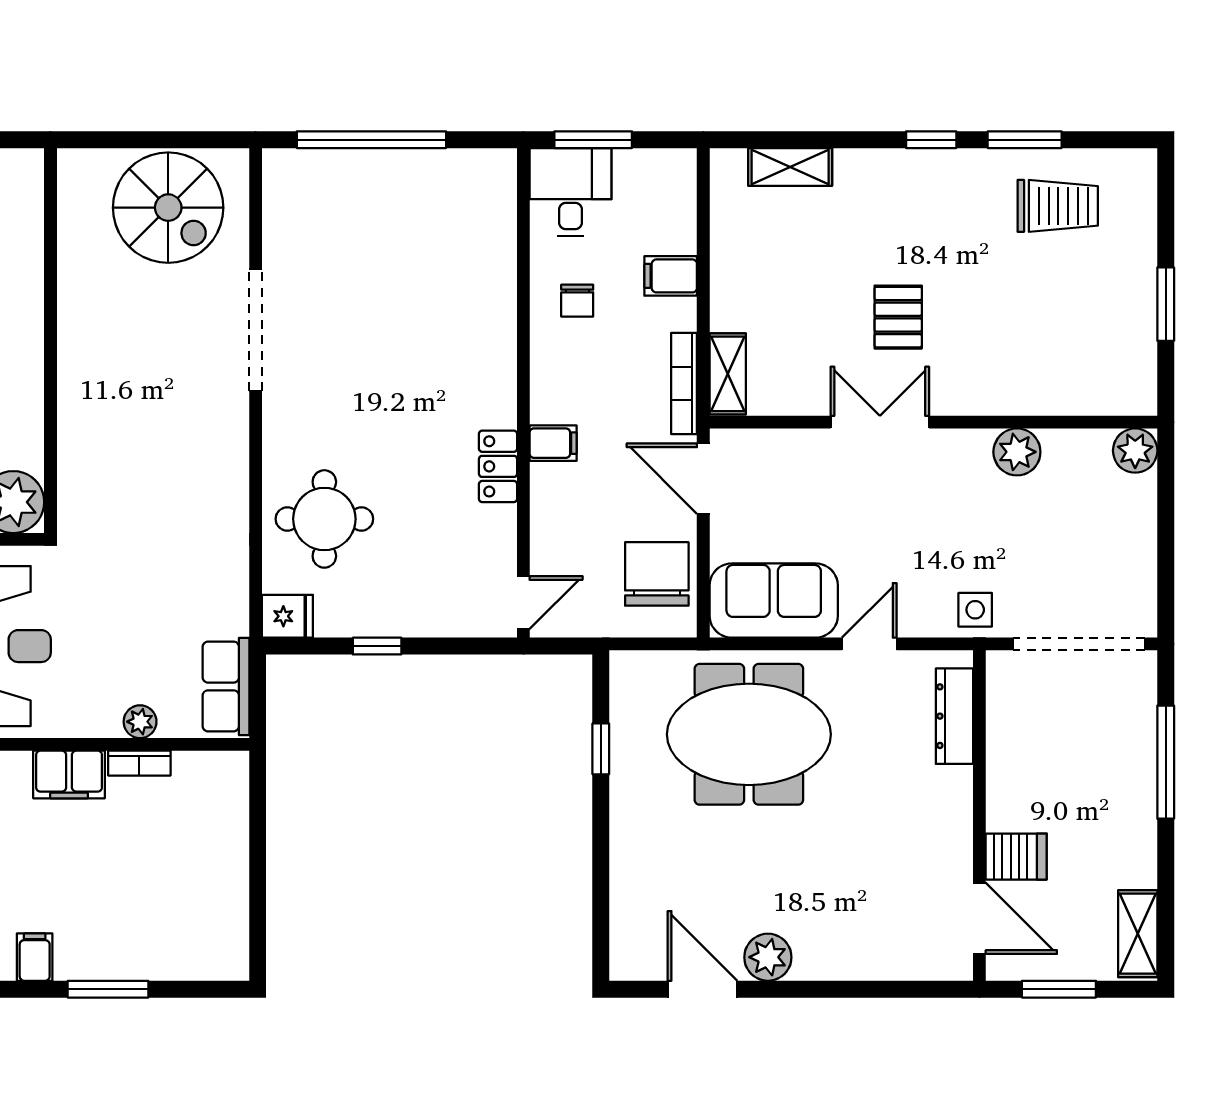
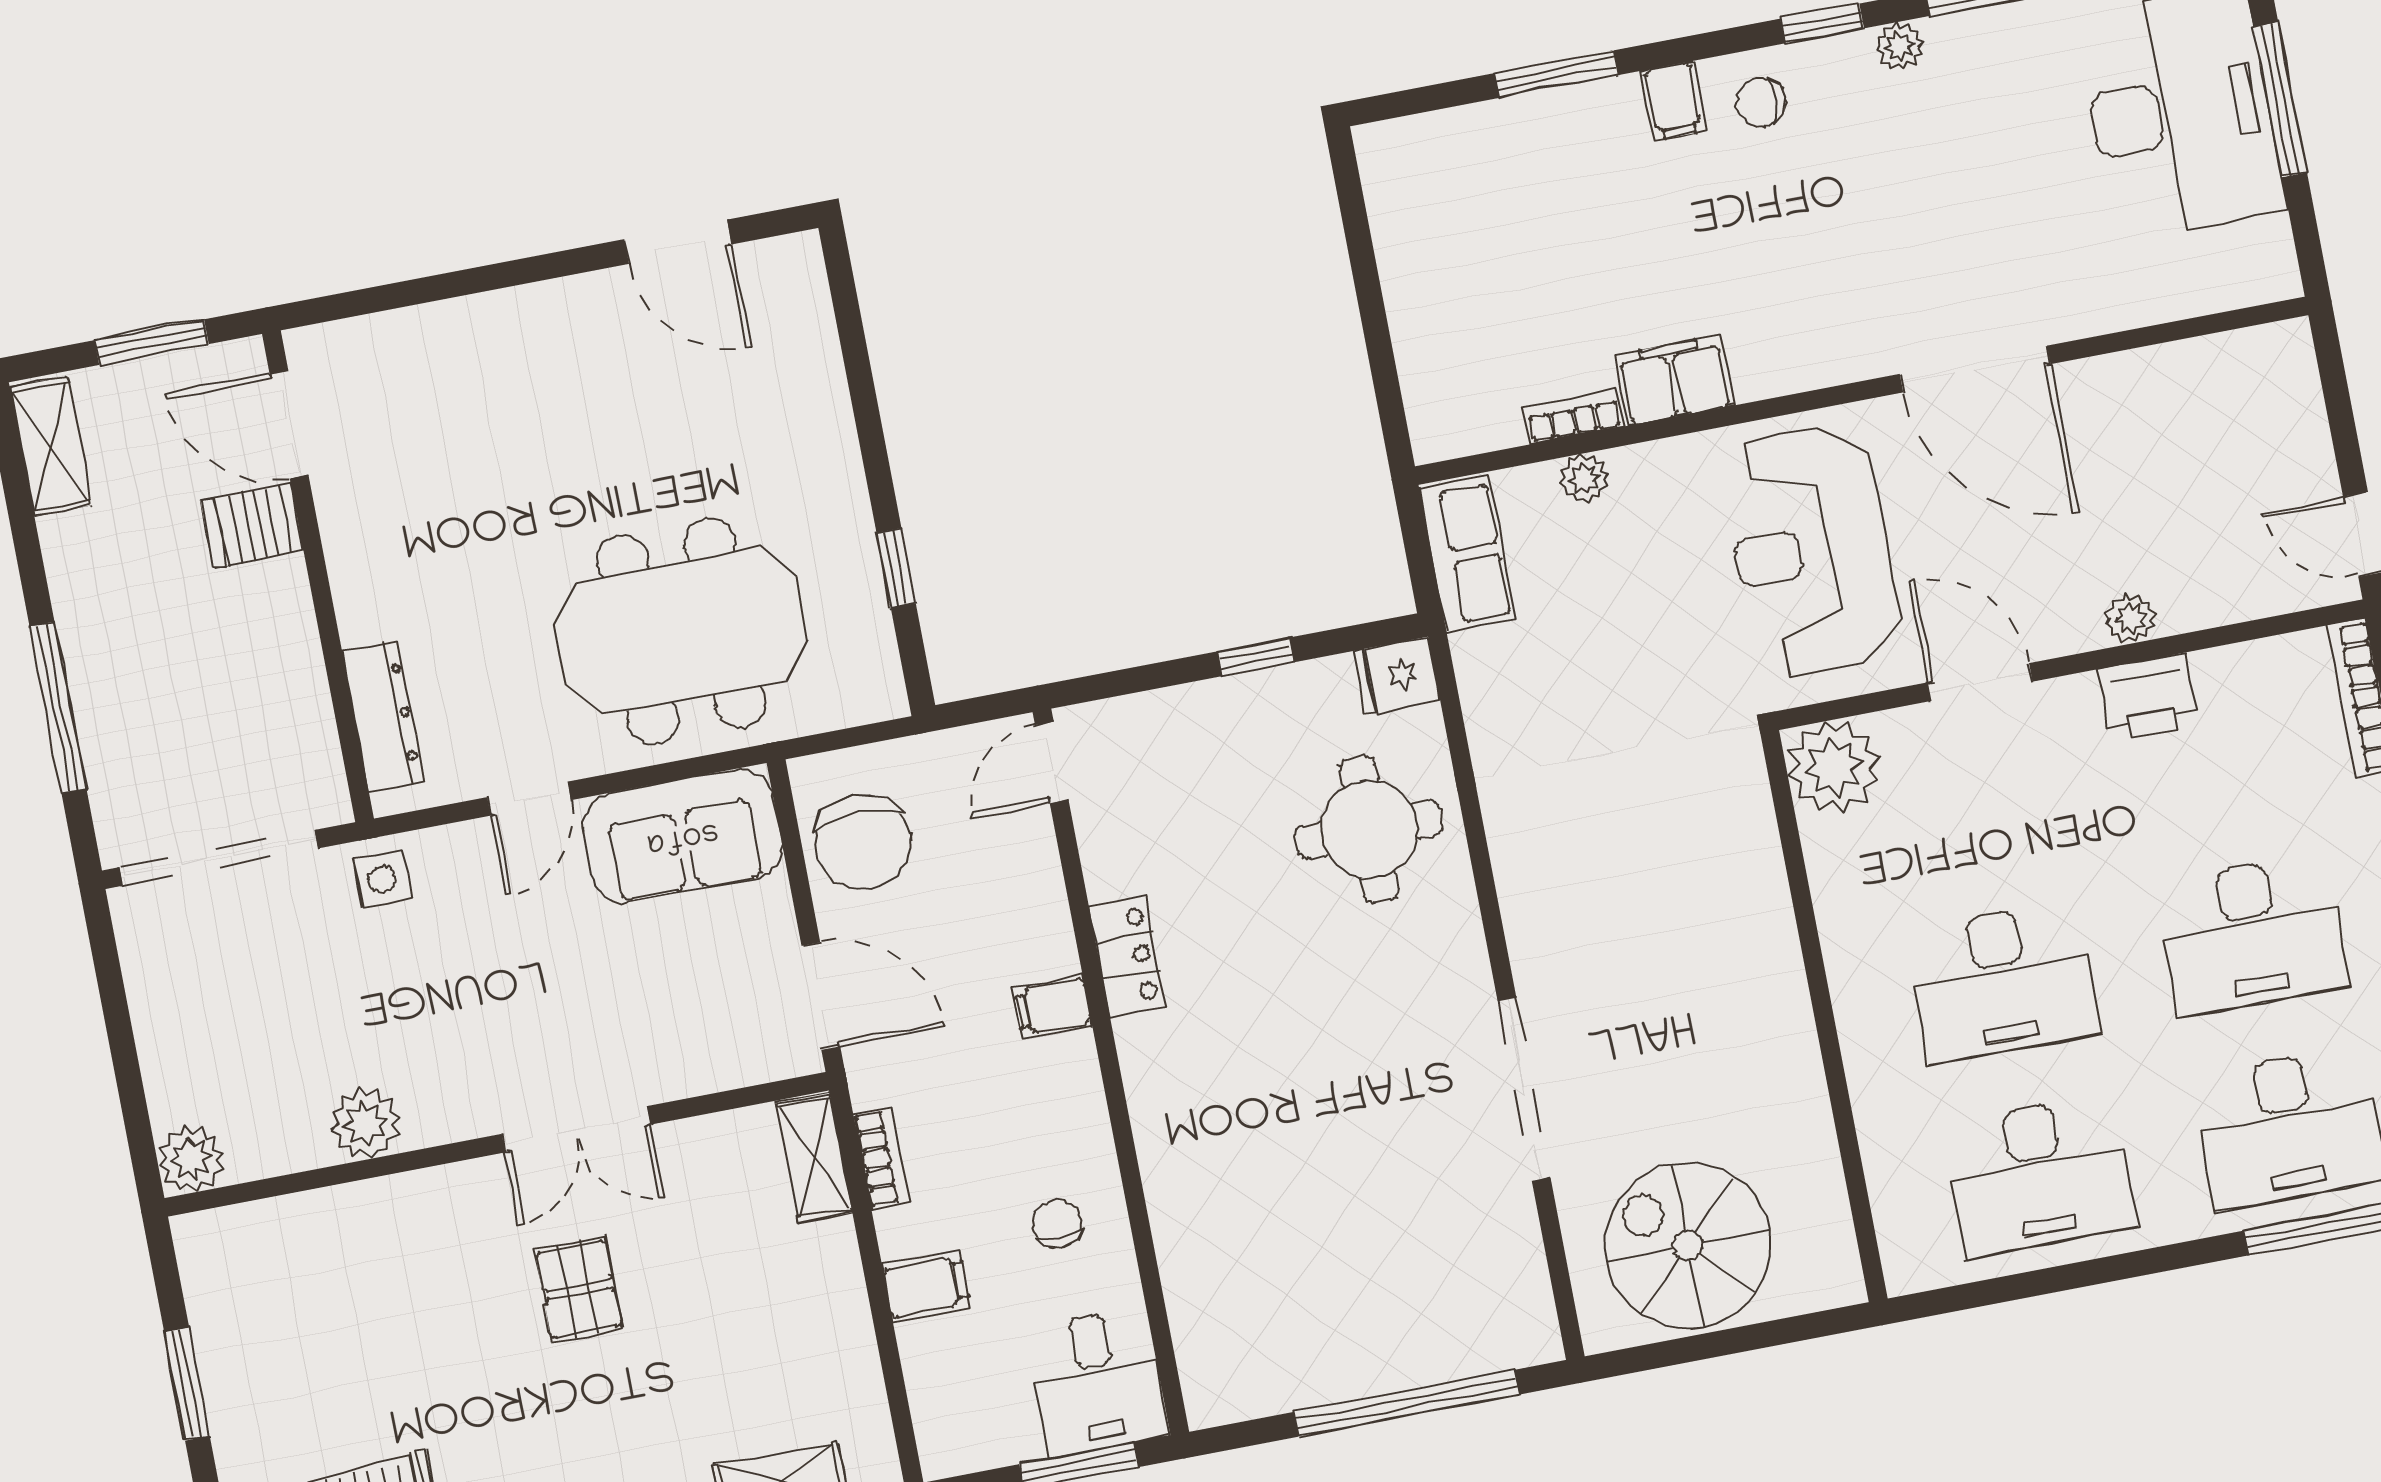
bookcase: (684, 384) -> (881, 1158), width x0.64
plant: (768, 957) -> (591, 307), removed

